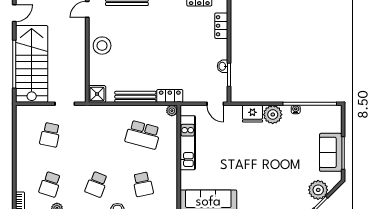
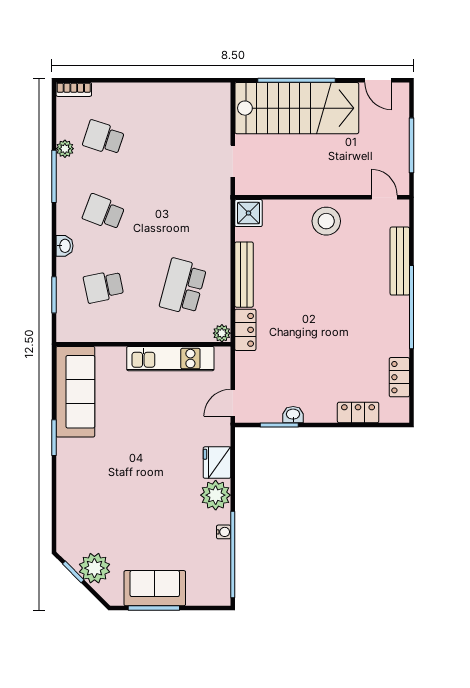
school desk: (50, 135) -> (183, 138), removed

